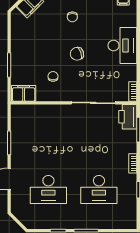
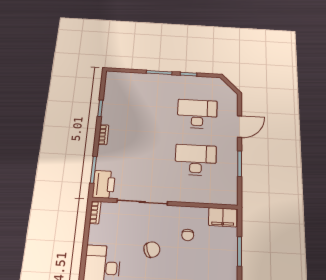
chair: (77, 54) -> (152, 250), moved
desk: (99, 189) -> (196, 160), moved

